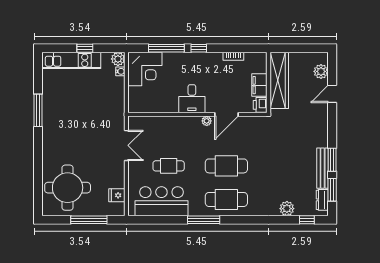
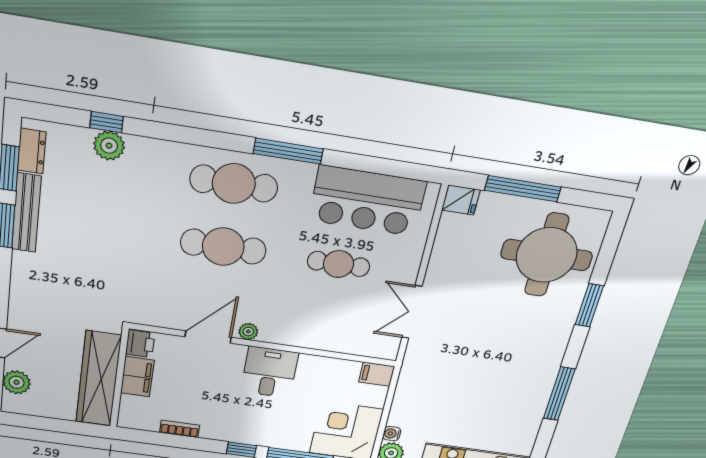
filing cabinet: (136, 107) -> (377, 374), added
window: (38, 164) -> (589, 305), added
fridge: (117, 195) -> (461, 200), moved
window: (307, 220) -> (106, 122), moved

